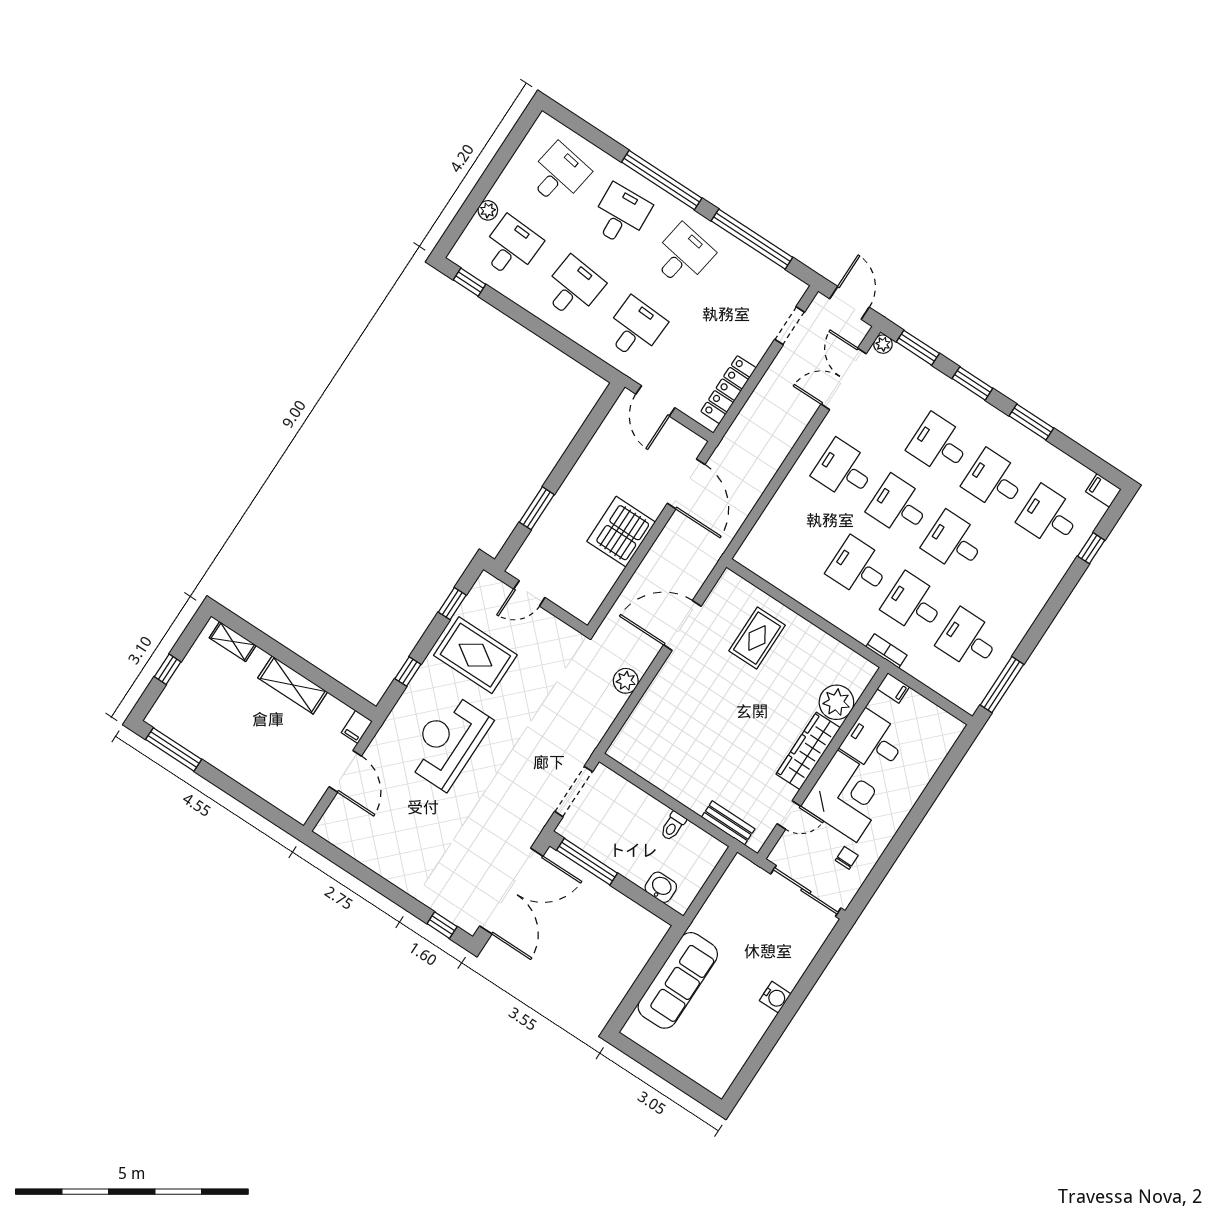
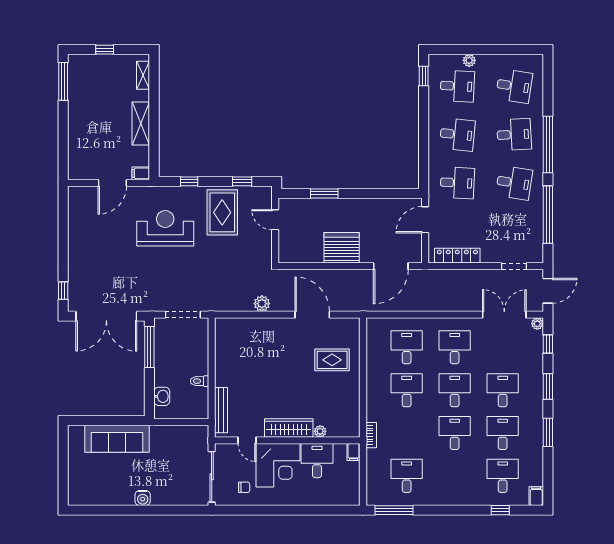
window: (918, 348) -> (548, 344), width x0.67
desk: (914, 604) -> (407, 347), moved
plant: (836, 702) -> (320, 431), width x0.53, depth x0.53
bench: (728, 823) -> (221, 410), width x1.36

